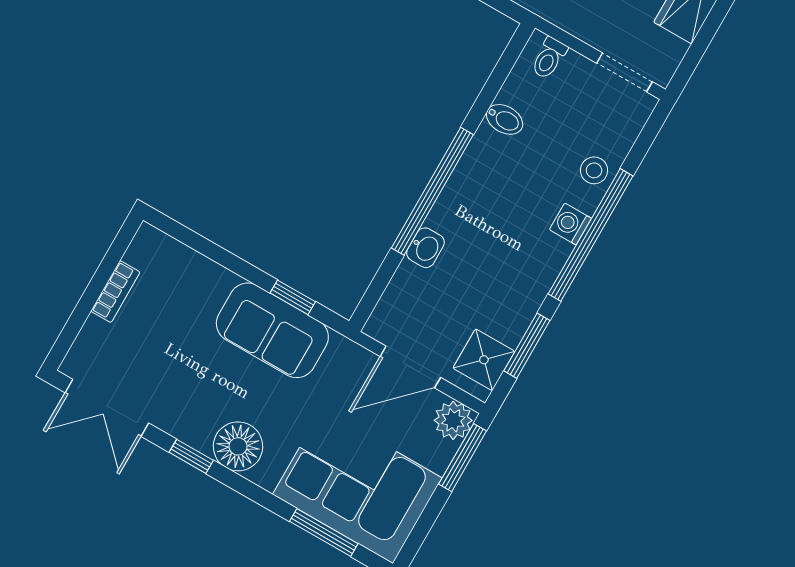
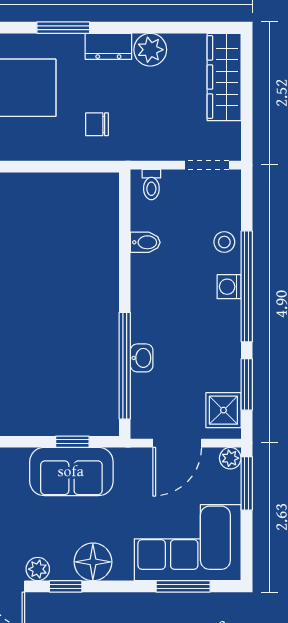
window: (432, 191) -> (125, 366), moved
plant: (171, 419) -> (38, 569), added
plant: (453, 420) -> (230, 458), width x0.73, depth x0.73

